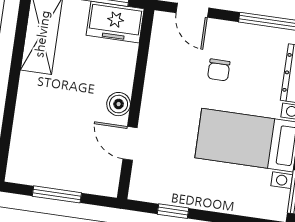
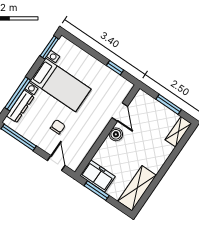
shelving: (20, 158) -> (178, 132), added

